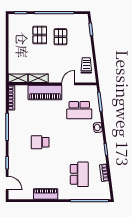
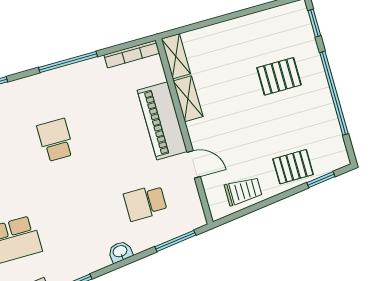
pallet: (60, 37) -> (293, 167), moved
school desk: (79, 110) -> (145, 203), width x0.54

